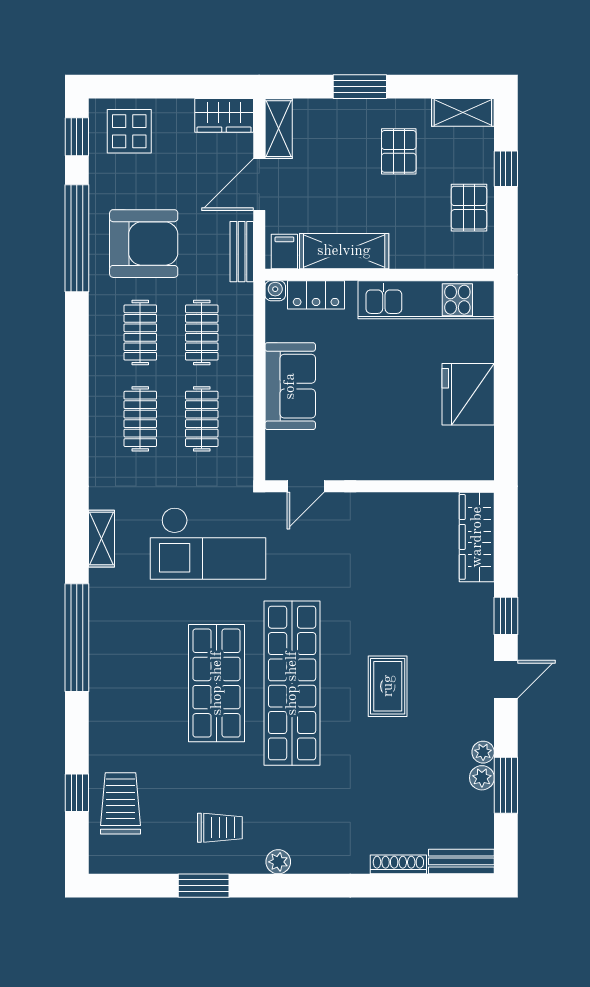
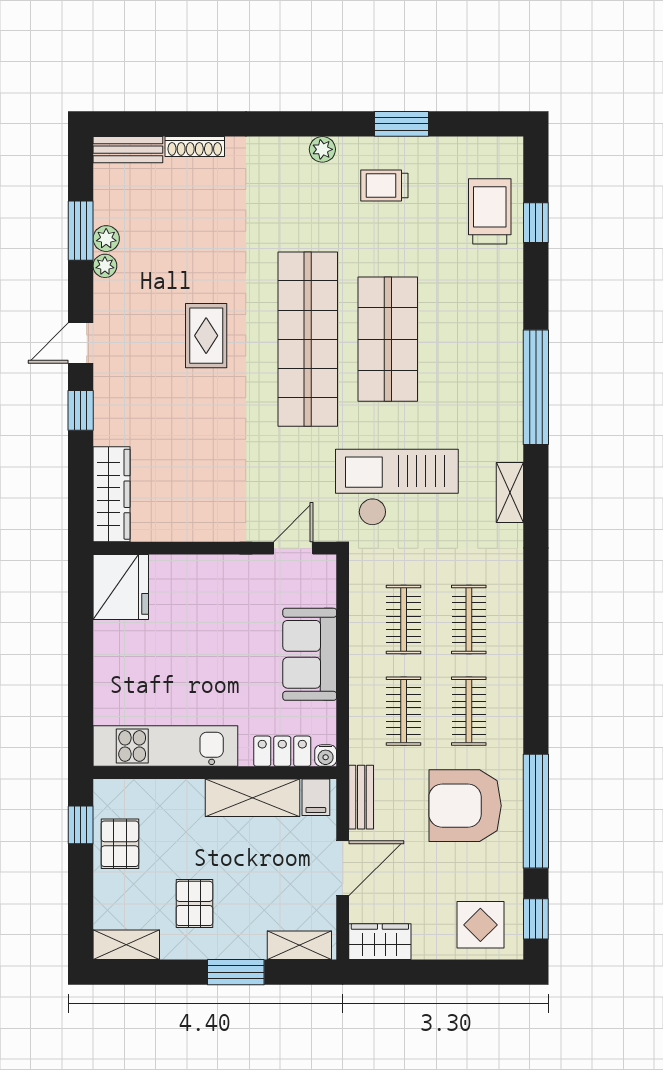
shelving: (279, 129) -> (299, 945), moved, turned 90
window: (506, 169) -> (81, 825), moved
fridge: (468, 394) -> (121, 587), moved
trolley: (121, 803) -> (490, 211), turned 180

